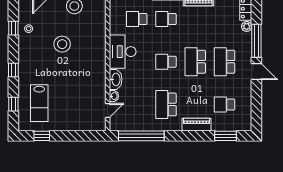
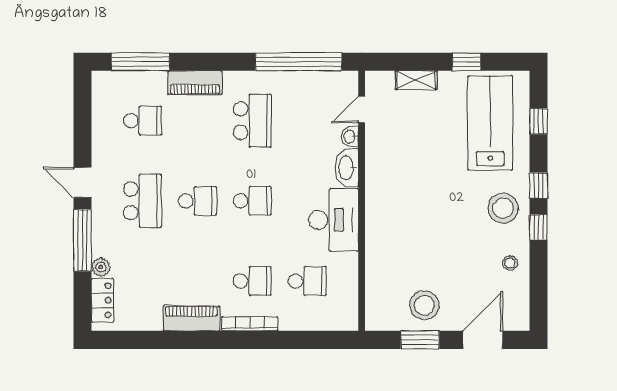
window: (13, 28) -> (538, 227), moved
stool: (62, 44) -> (503, 208), moved
school desk: (195, 62) -> (197, 201), width x0.54
lab bench: (39, 103) -> (490, 123), width x1.36, depth x1.39
shelving: (79, 126) -> (416, 80), added
window: (42, 136) -> (466, 62), moved
window: (225, 136) -> (141, 62), width x1.44

